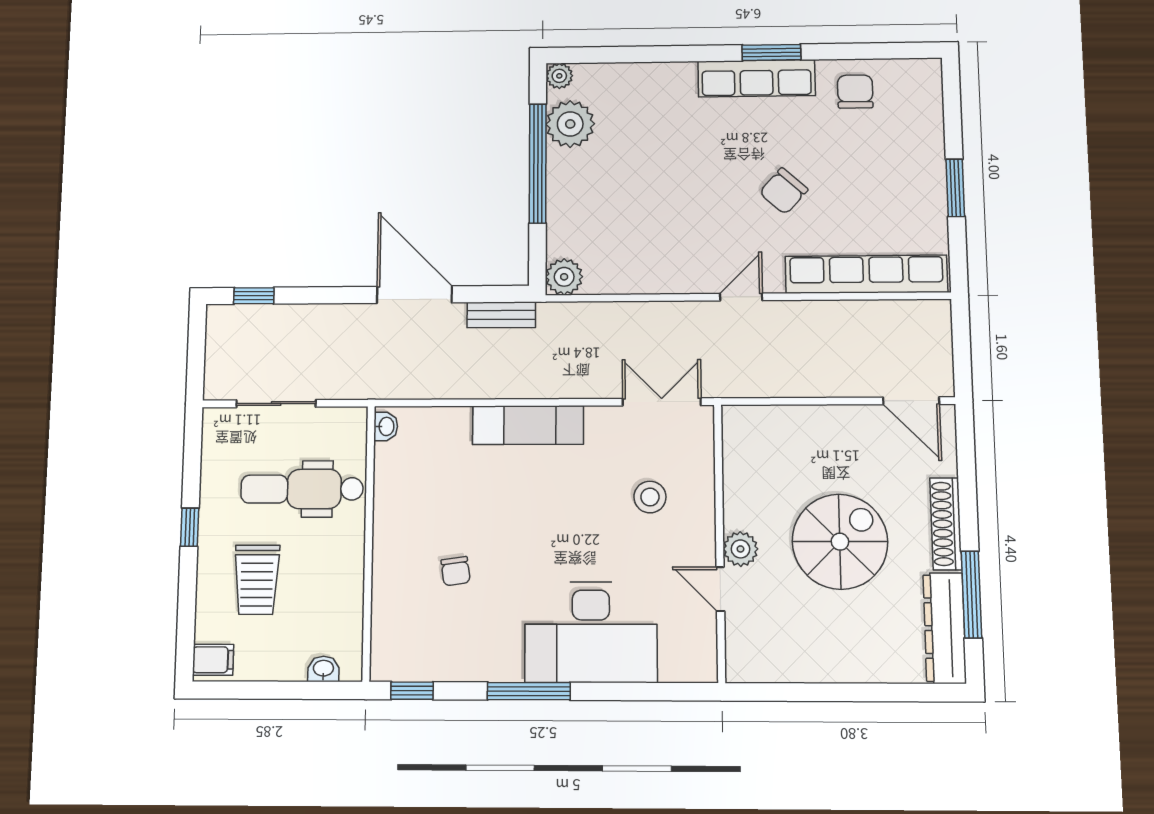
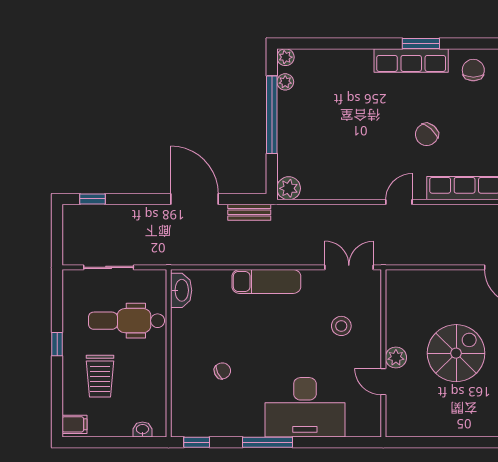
plant: (570, 124) -> (285, 82), width x0.53, depth x0.53
washbasin: (386, 426) -> (181, 290), width x1.91, depth x1.45
chair: (456, 571) -> (222, 371), turned -108

